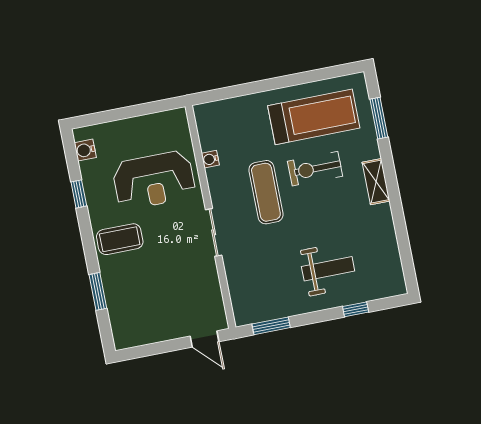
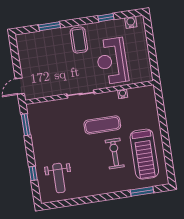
shelving: (376, 182) -> (106, 188), removed
weight bench: (328, 269) -> (59, 178), moved

